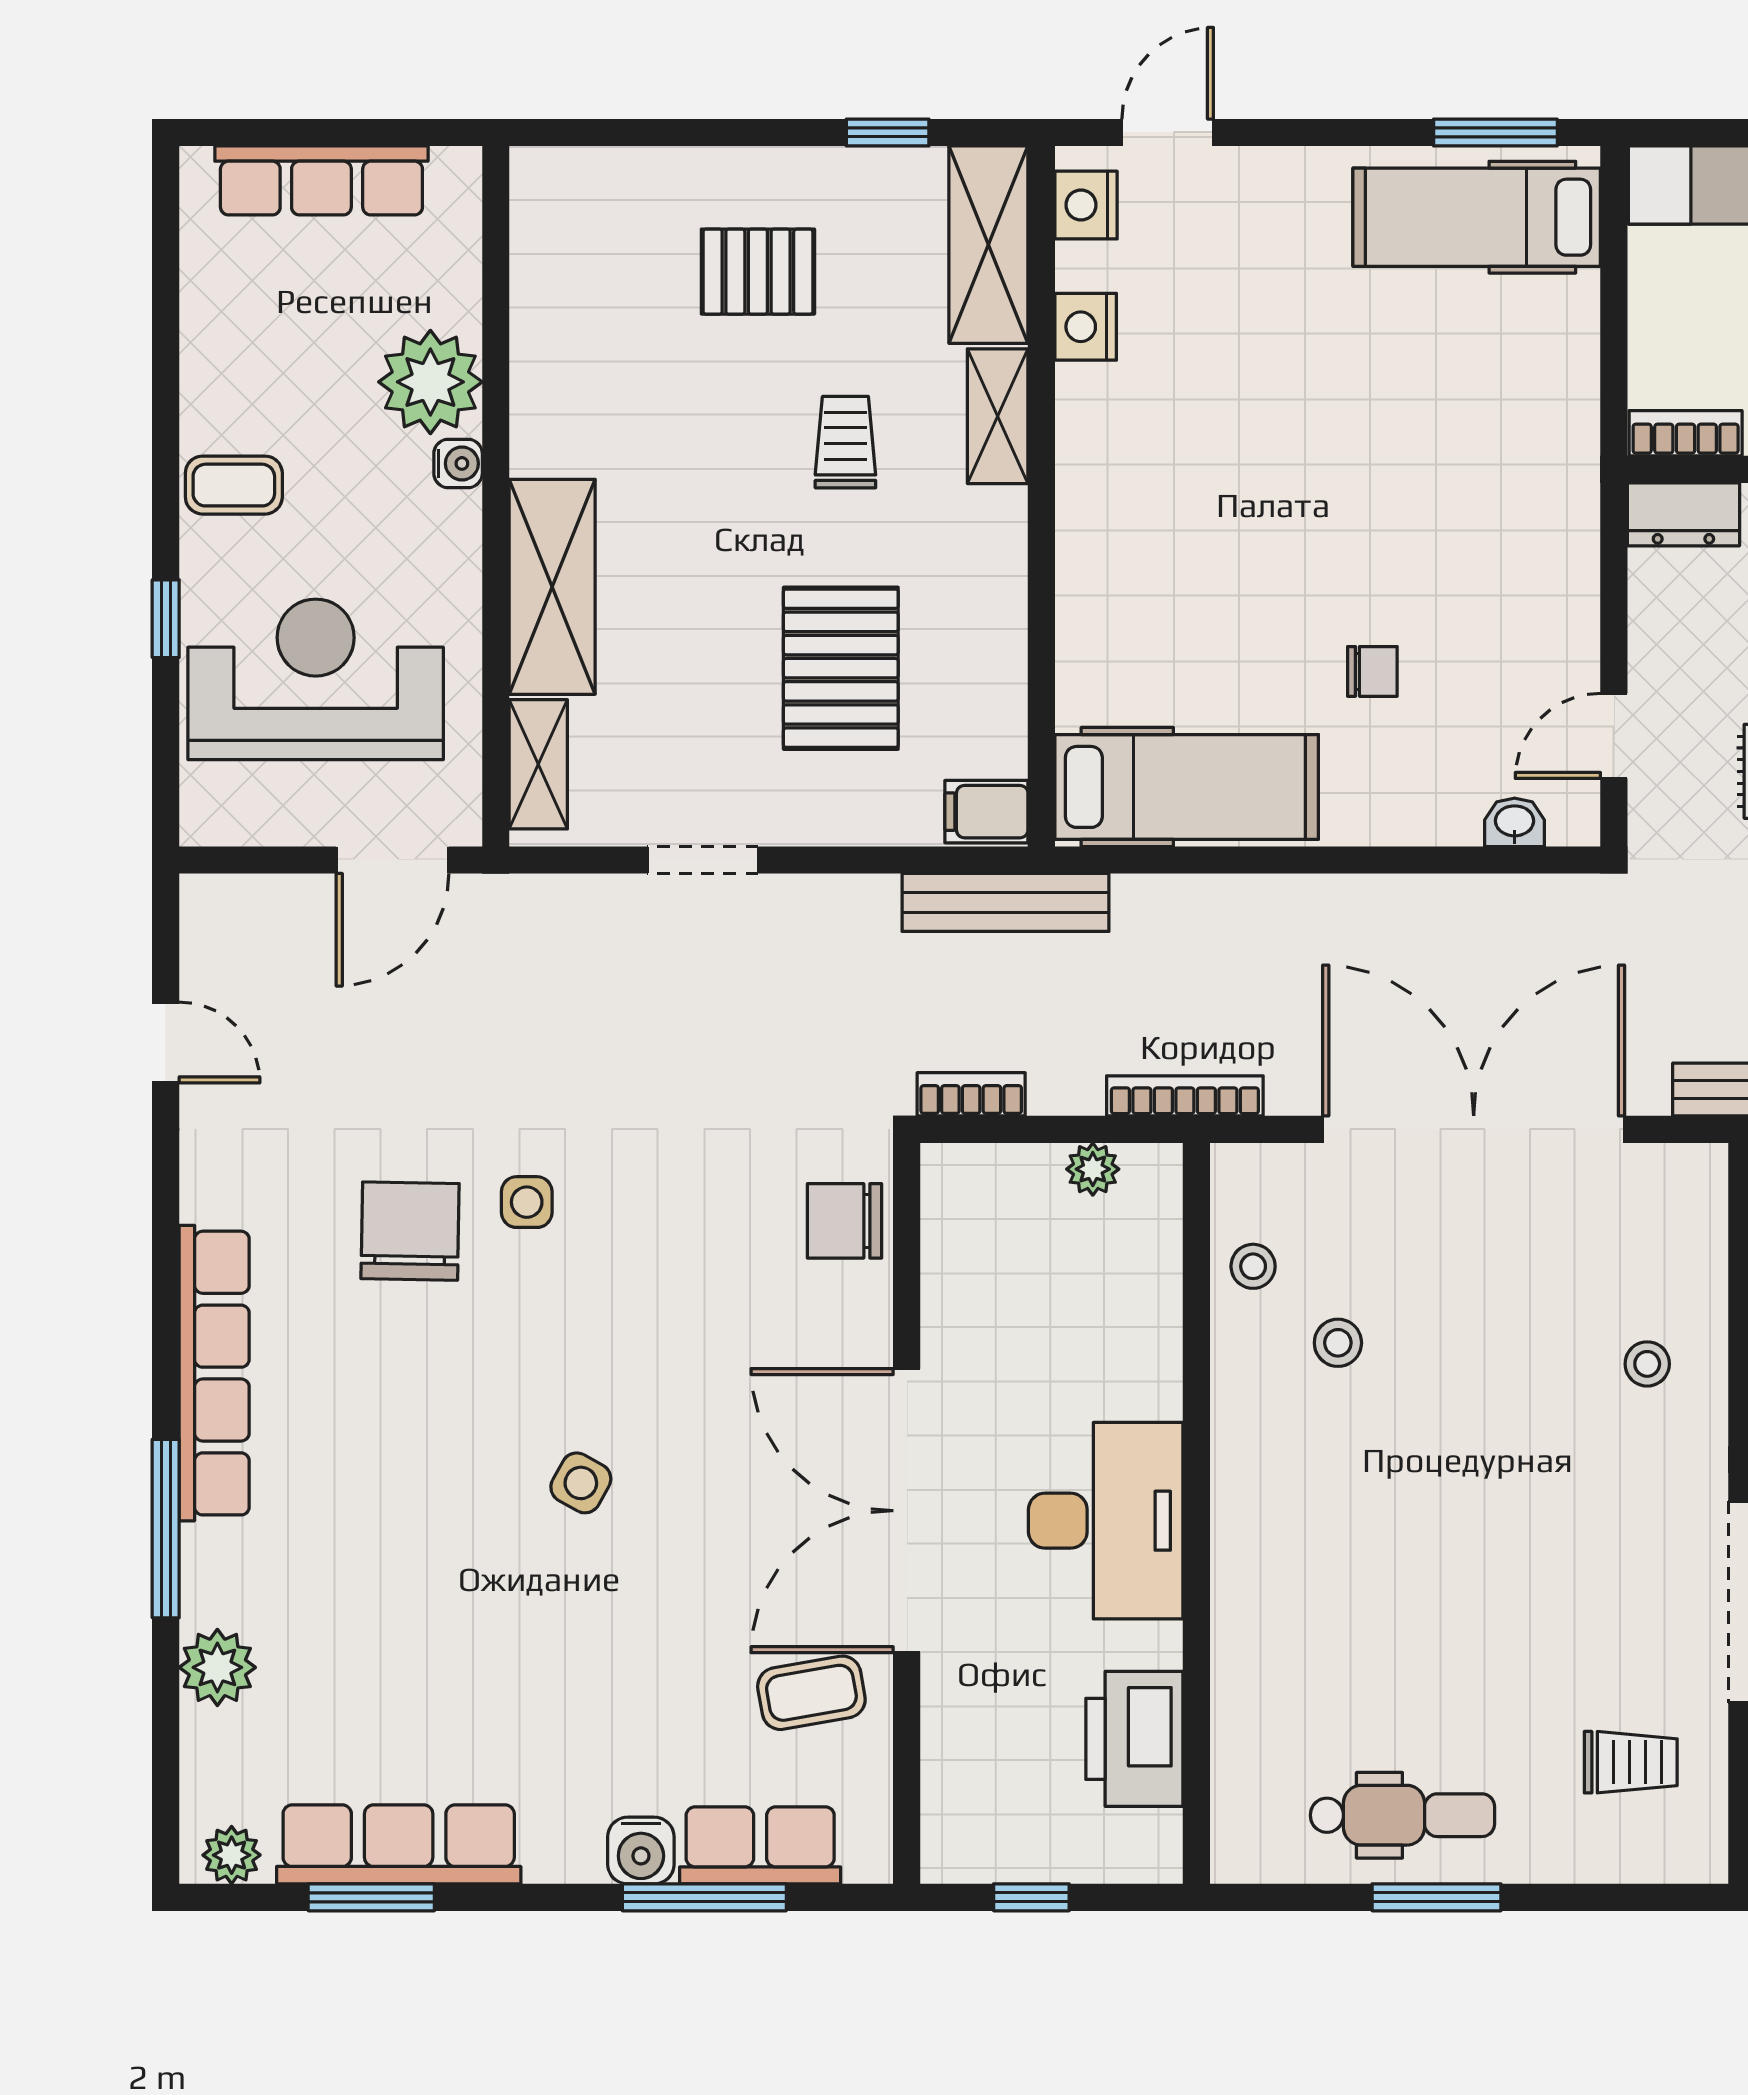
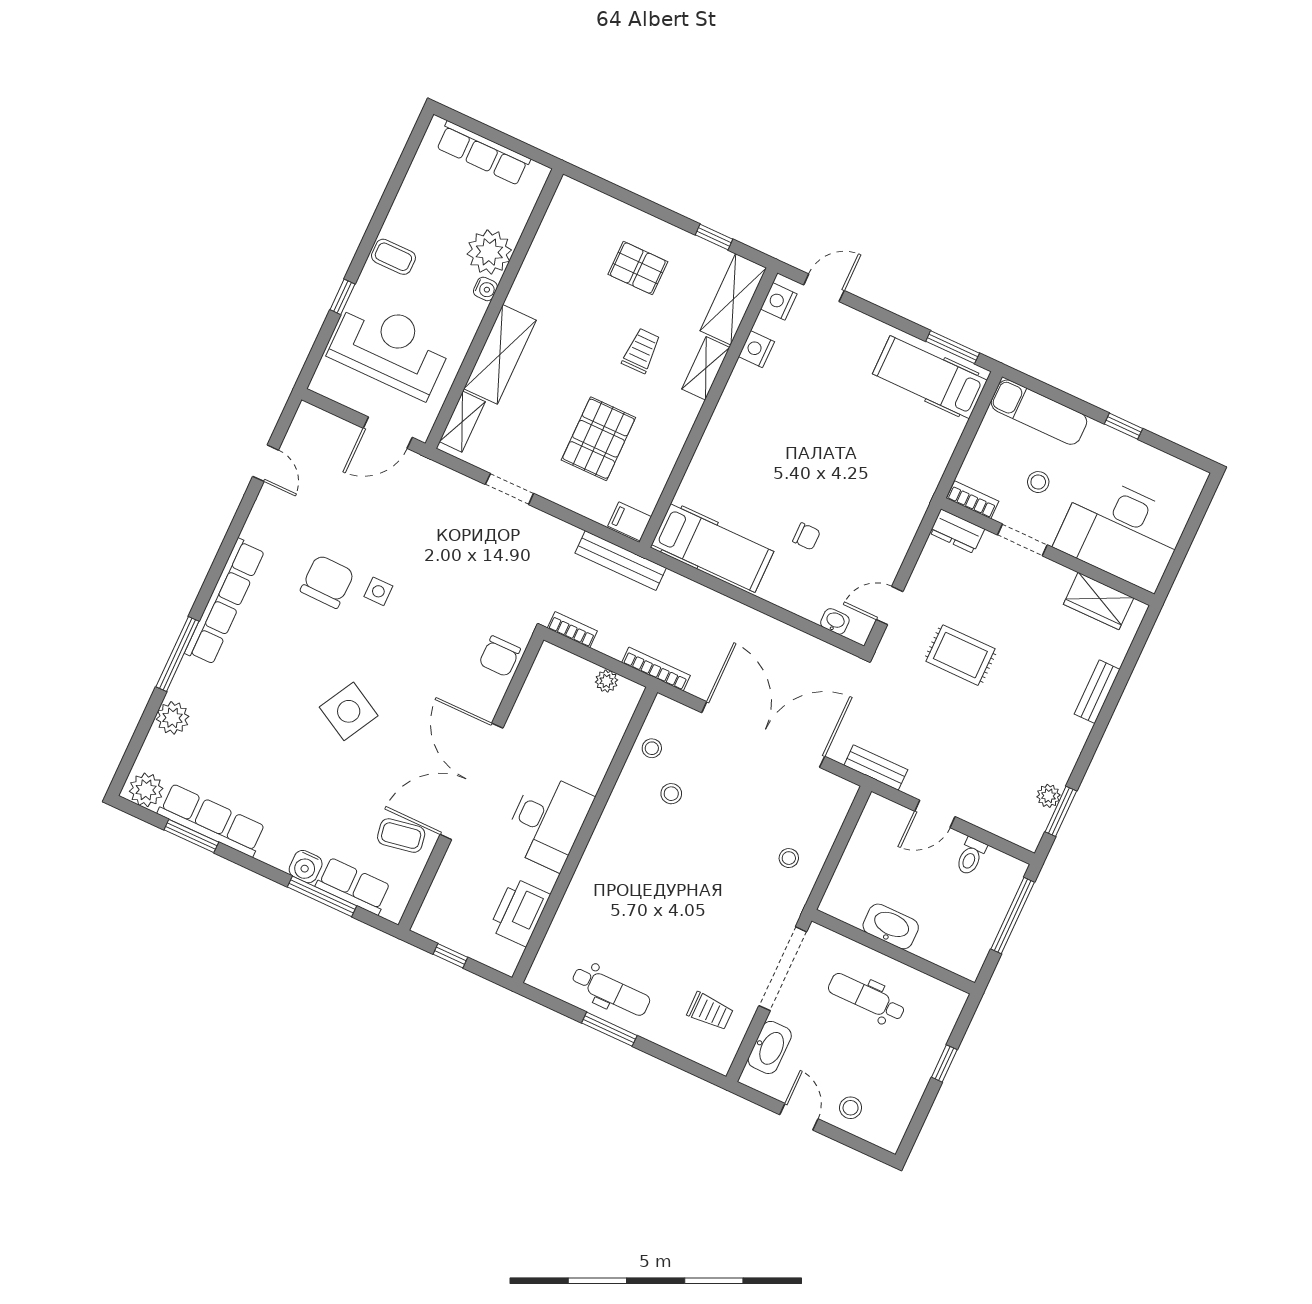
chair: (844, 1221) -> (500, 656), turned -90
side table: (581, 1483) -> (349, 711), width x1.87, depth x1.87
plant: (232, 1855) -> (146, 790), width x1.38, depth x1.38

